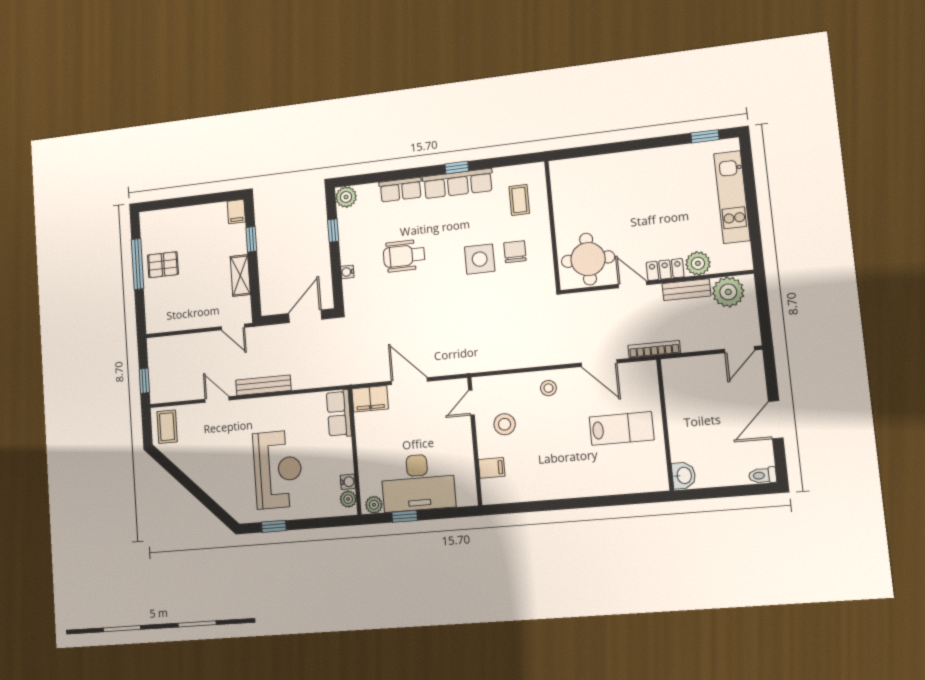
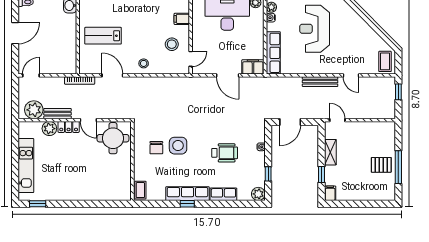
coffee table: (519, 200) -> (140, 190), moved
row of seats: (339, 413) -> (273, 53), width x1.48

